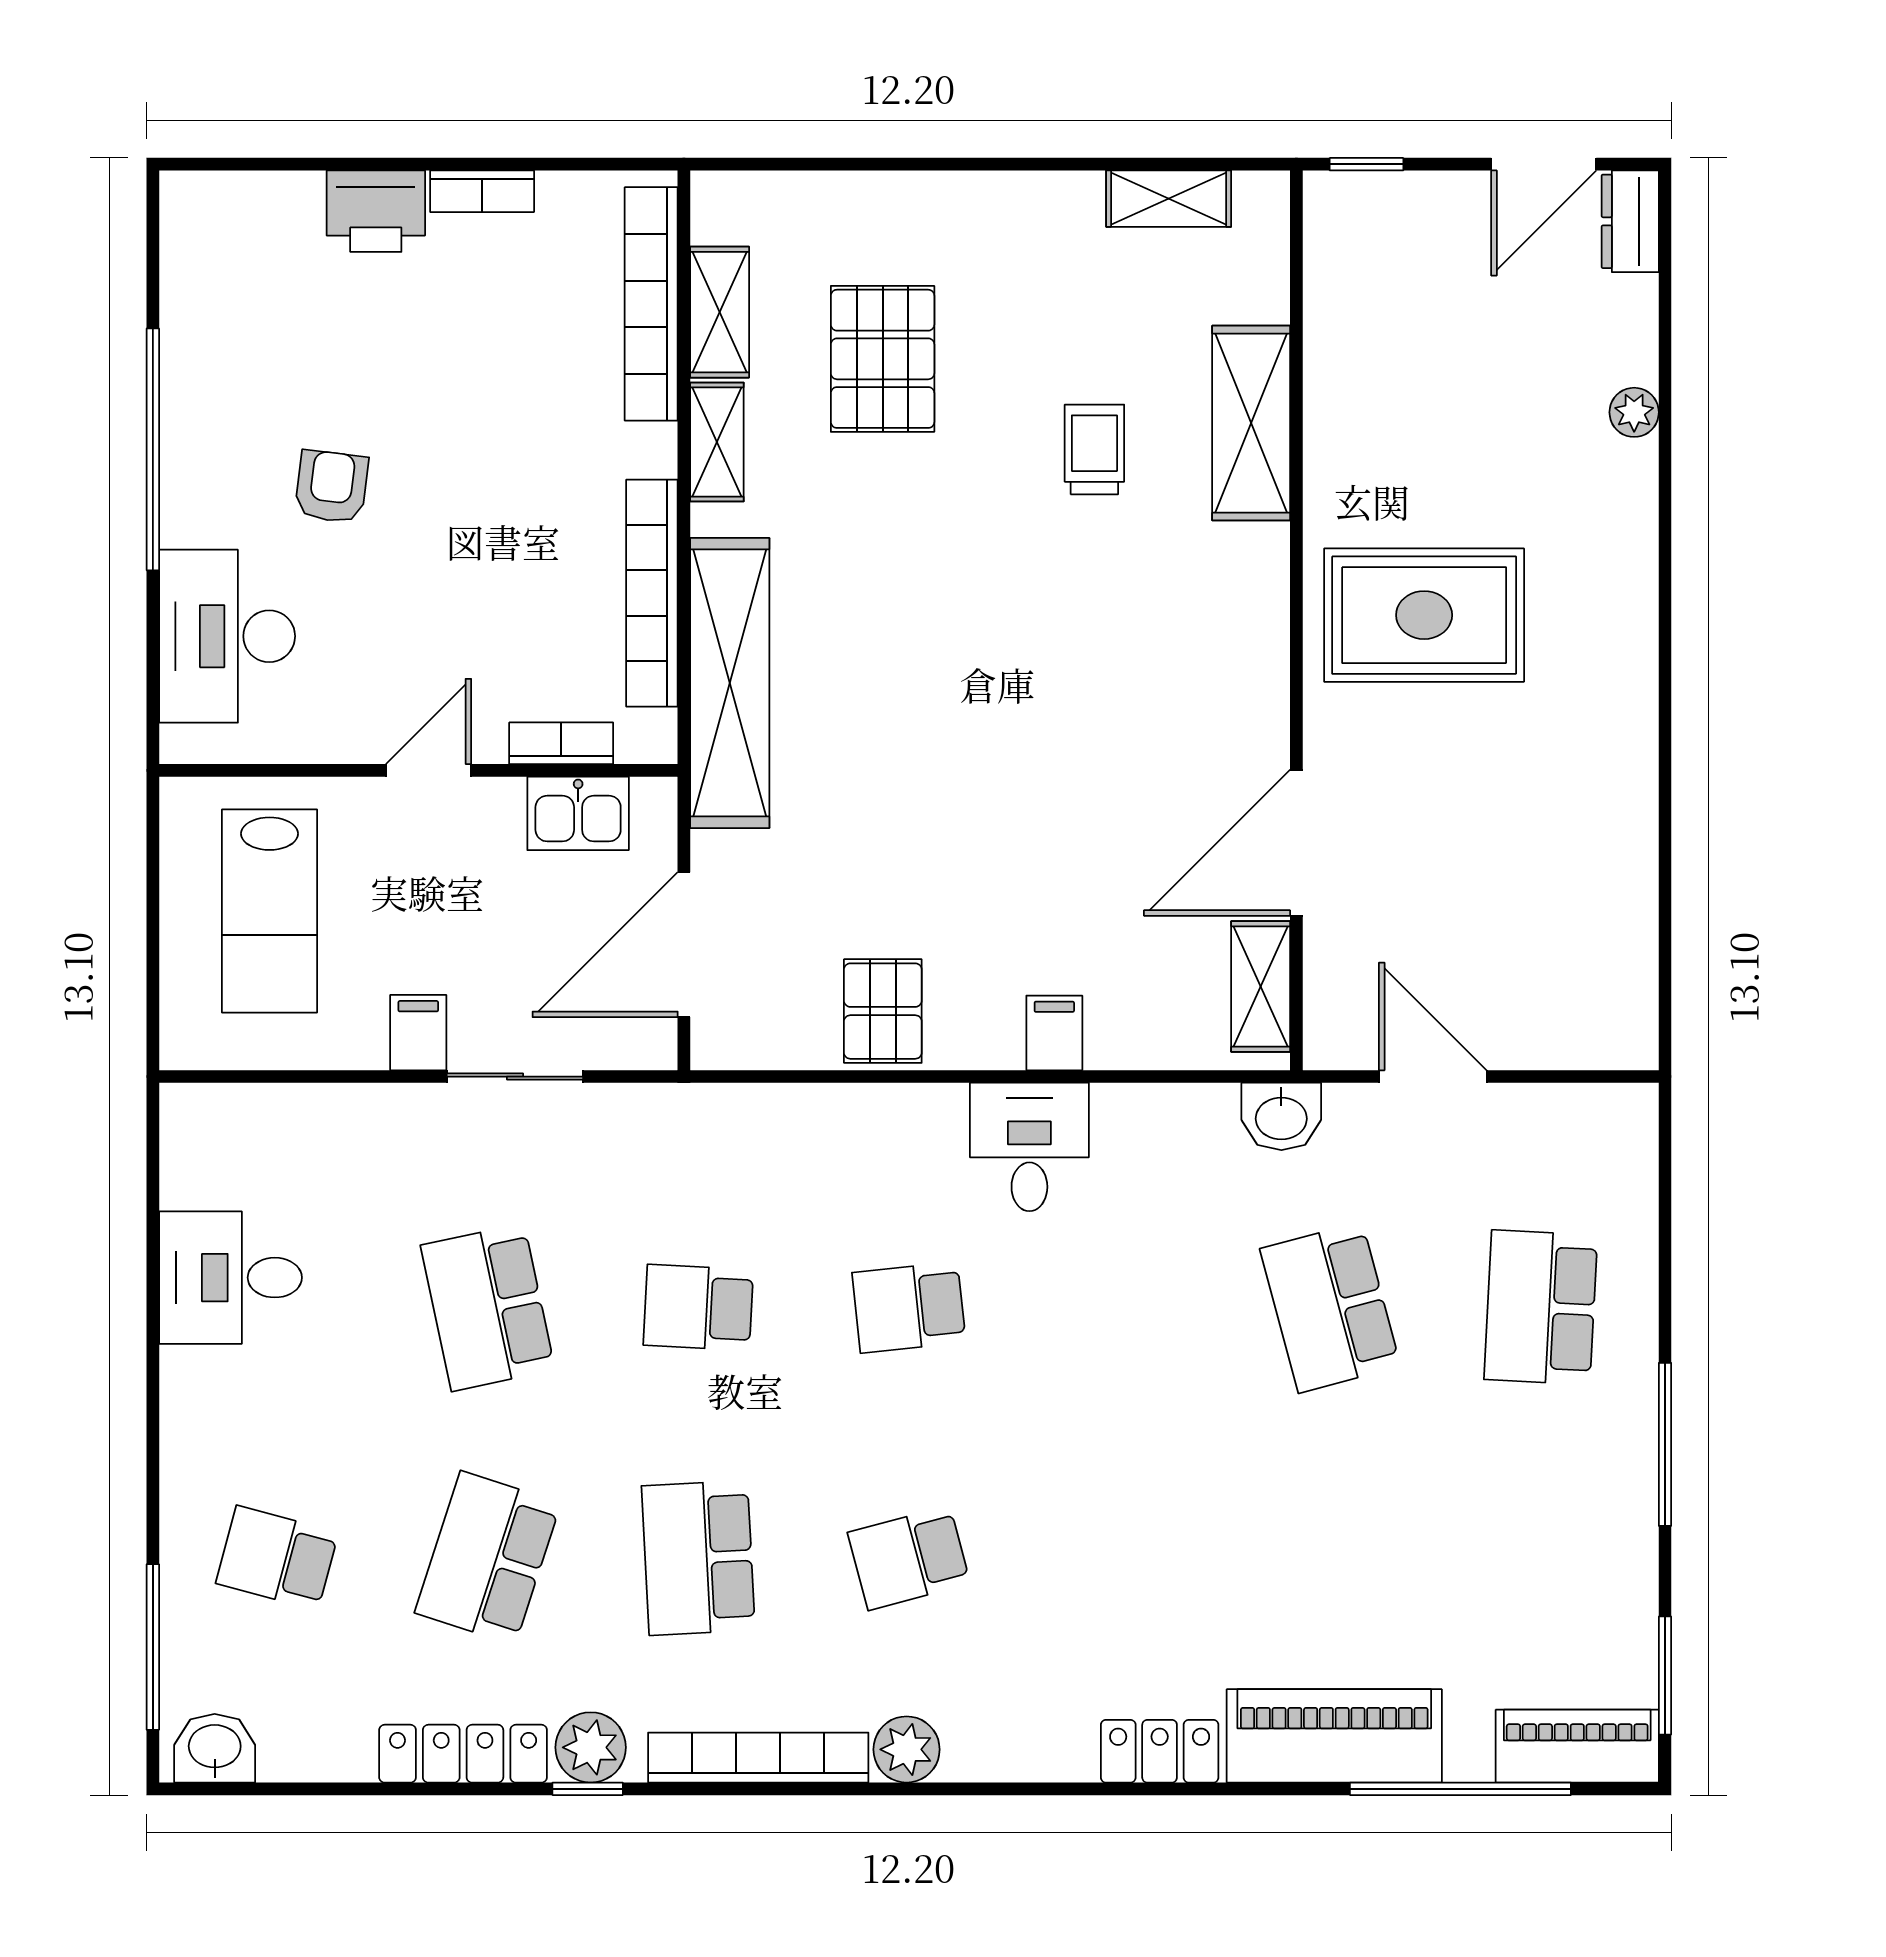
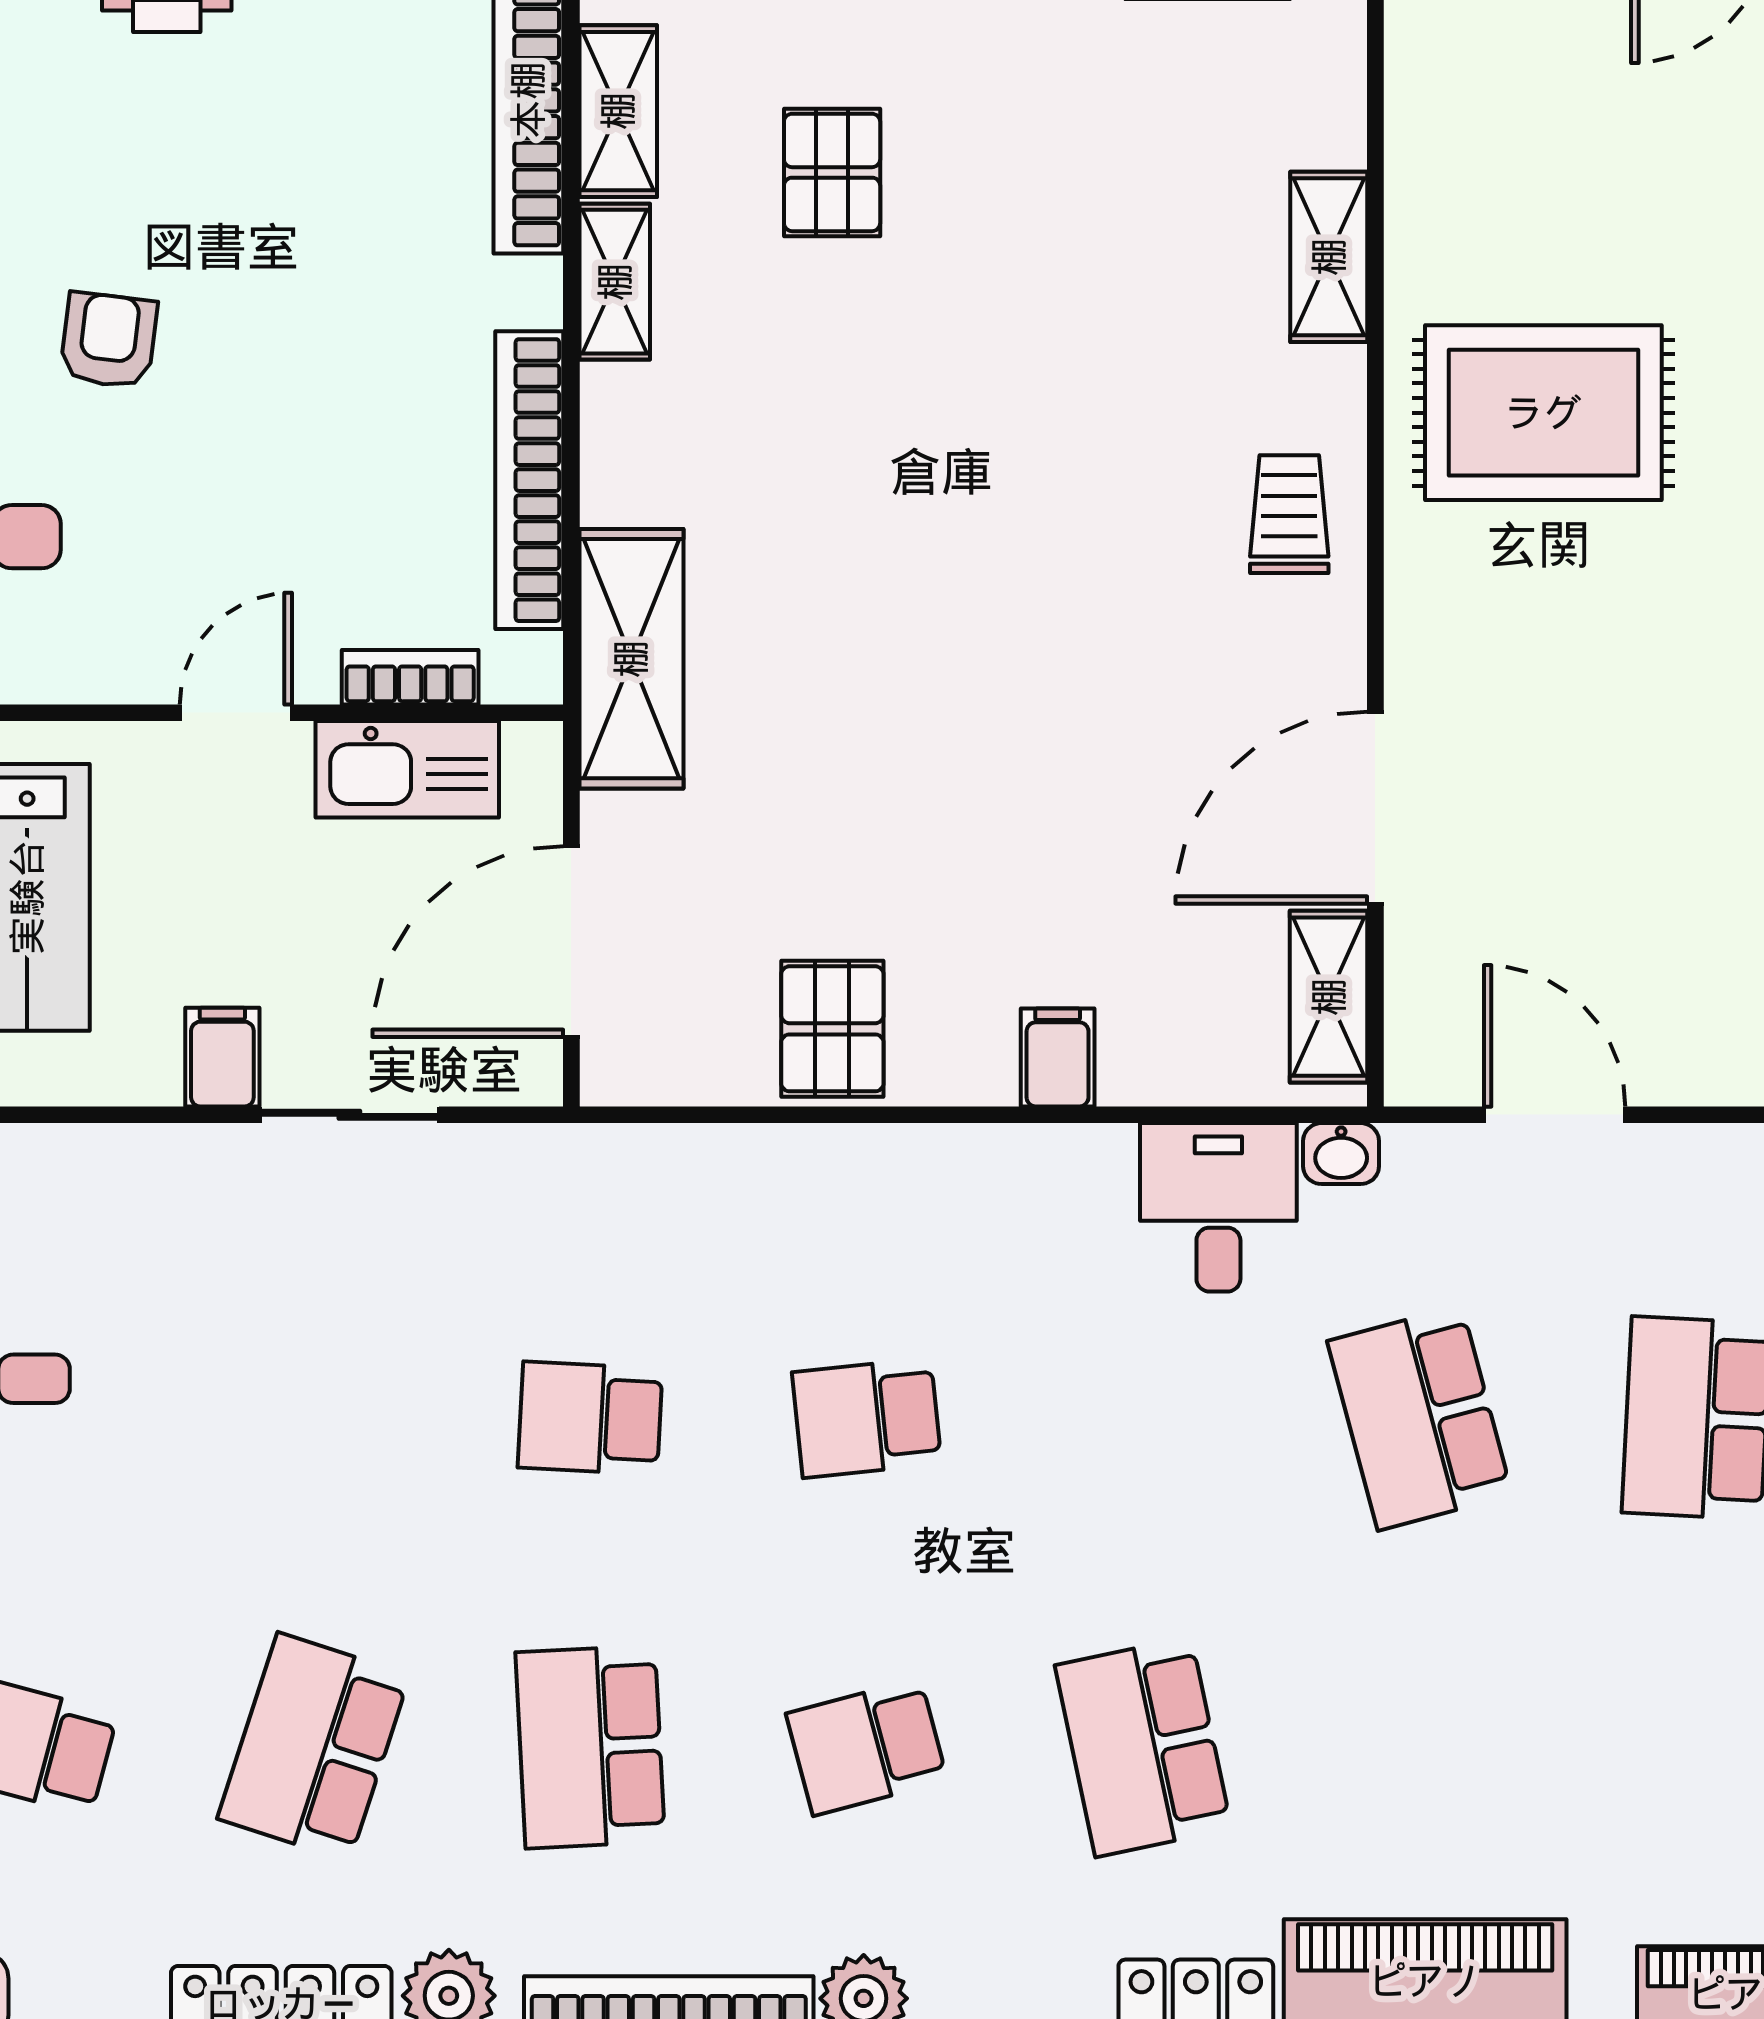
pallet: (883, 359) -> (832, 172), width x0.67, depth x0.71
shelving: (1251, 423) -> (1329, 257), width x0.67, depth x0.75
trolley: (1094, 449) -> (1289, 514), moved
rug: (1424, 615) -> (1543, 413), moved
shelving: (730, 683) -> (631, 659), width x0.68
kitchen sink: (578, 813) -> (407, 769), width x1.38
washbasin: (1281, 1116) -> (1341, 1154), width x0.72, depth x0.69
desk: (1029, 1147) -> (1218, 1207), moved
school desk: (488, 1307) -> (1143, 1747), moved

